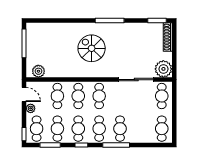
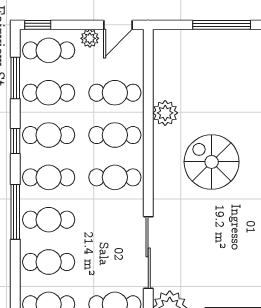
spiral stairs: (92, 48) -> (212, 162), turned -90
plant: (38, 71) -> (165, 113), moved
cafe table: (141, 129) -> (49, 262), added

